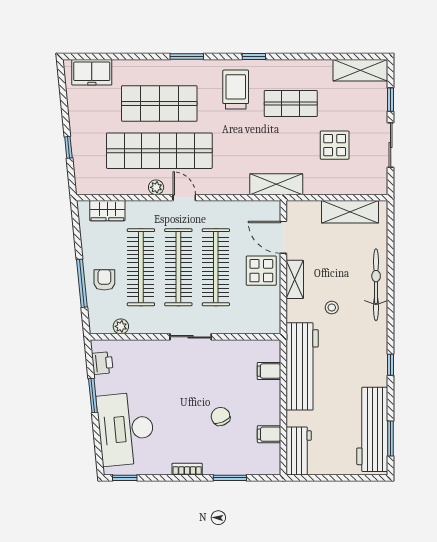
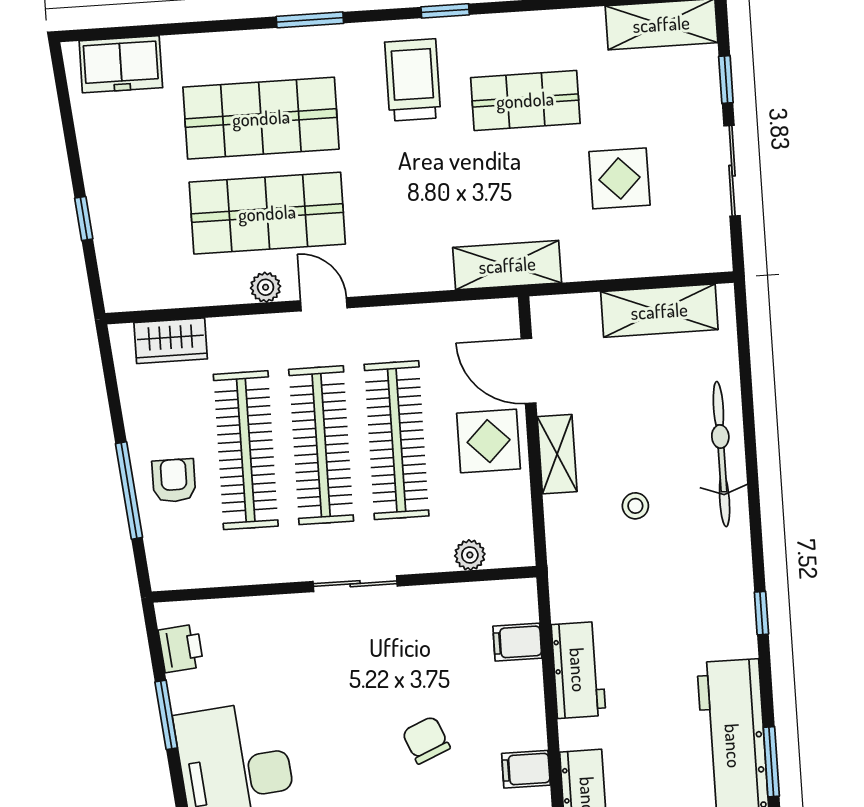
shop shelf: (159, 151) -> (267, 213), width x0.71
plant: (121, 326) -> (470, 555), moved
workbench: (302, 366) -> (578, 670), width x0.53, depth x0.76

